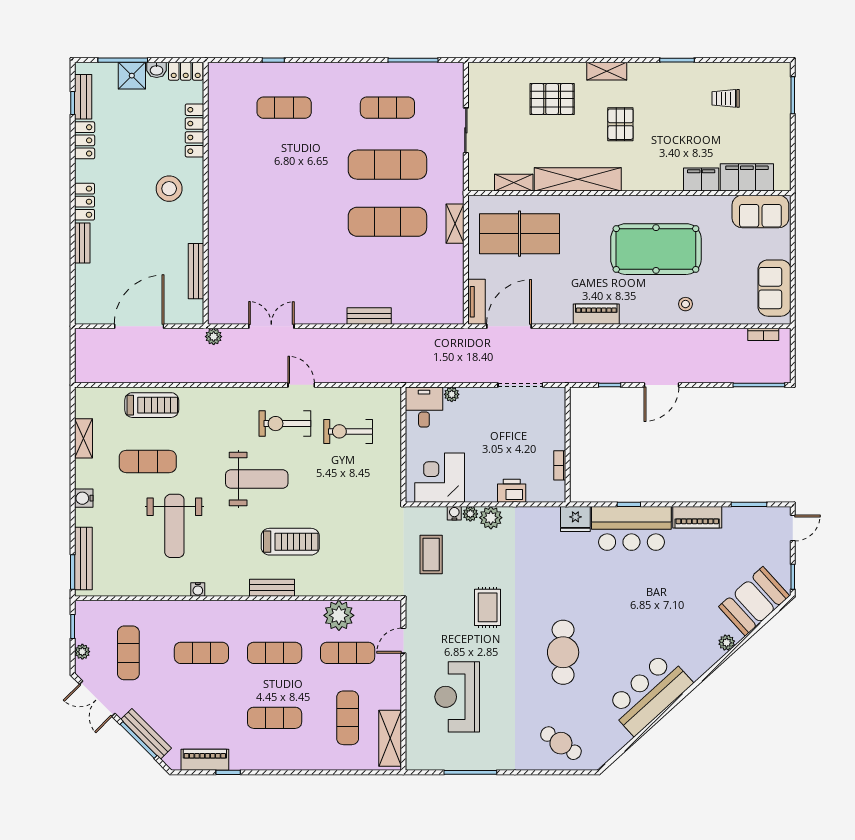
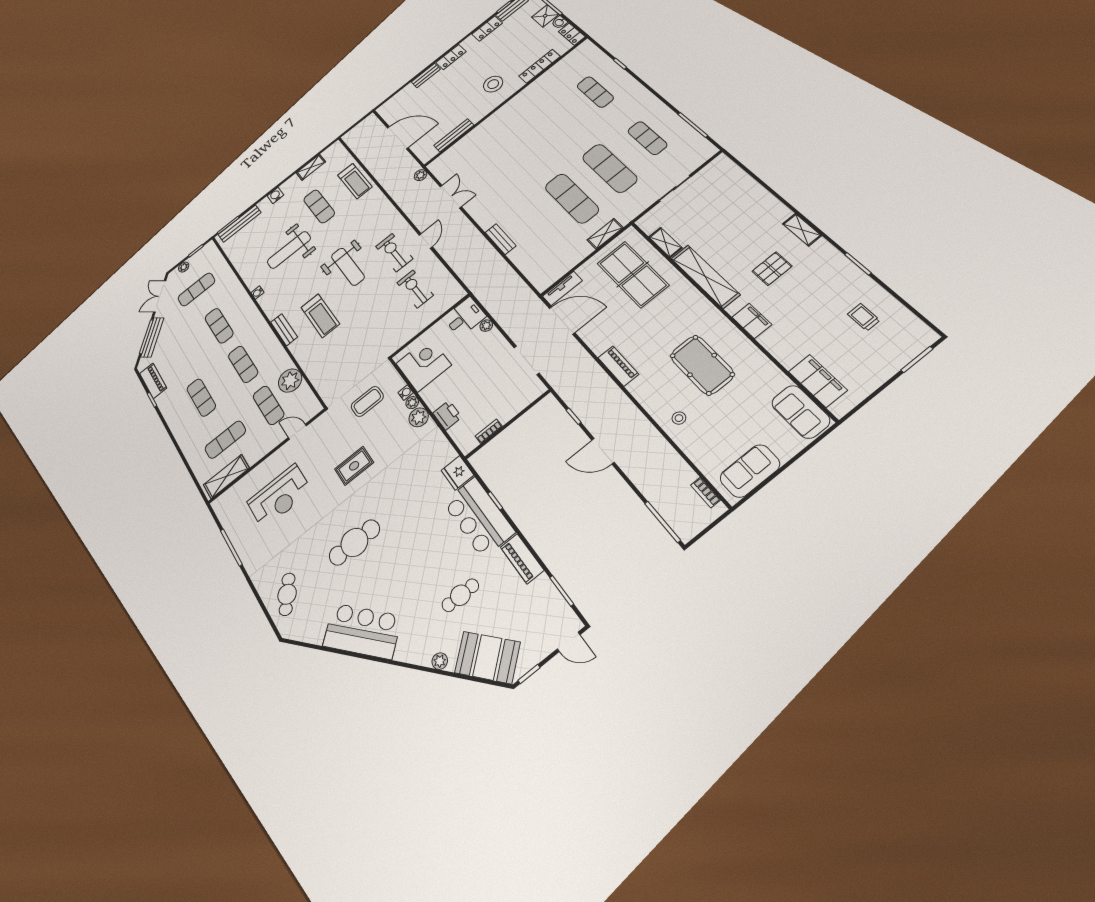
pallet: (552, 99) -> (747, 216), removed
filing cabinet: (701, 180) -> (752, 321), moved
pool table: (656, 249) -> (702, 365), width x0.73, depth x0.76
cafe table: (686, 589) -> (460, 595), added
reception desk: (457, 697) -> (279, 496), turned 180

